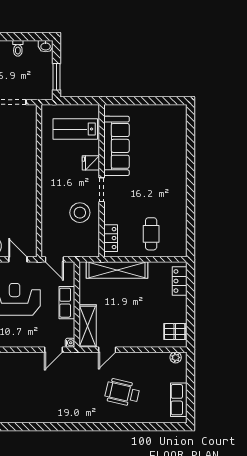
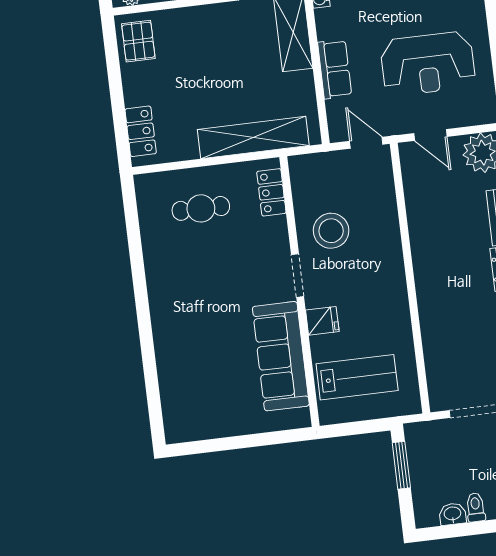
washbasin: (46, 46) -> (453, 514), moved
cafe table: (151, 234) -> (201, 208), turned 90
pallet: (175, 332) -> (138, 41), turned 90

